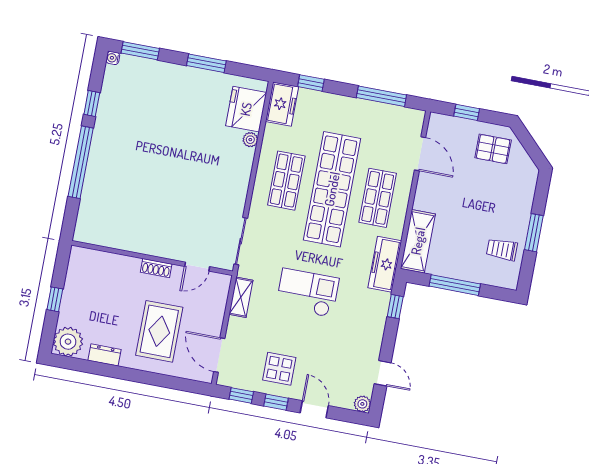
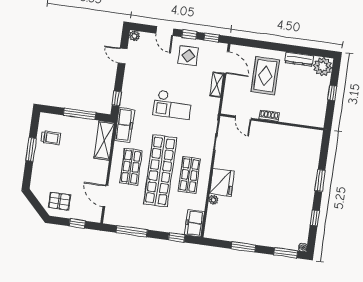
fridge: (246, 109) -> (222, 182), moved
window: (81, 162) -> (320, 180), width x0.47
door: (197, 267) -> (243, 118), swing flipped
shelving: (241, 297) -> (217, 85), moved
dresser: (104, 355) -> (299, 59), width x1.44

